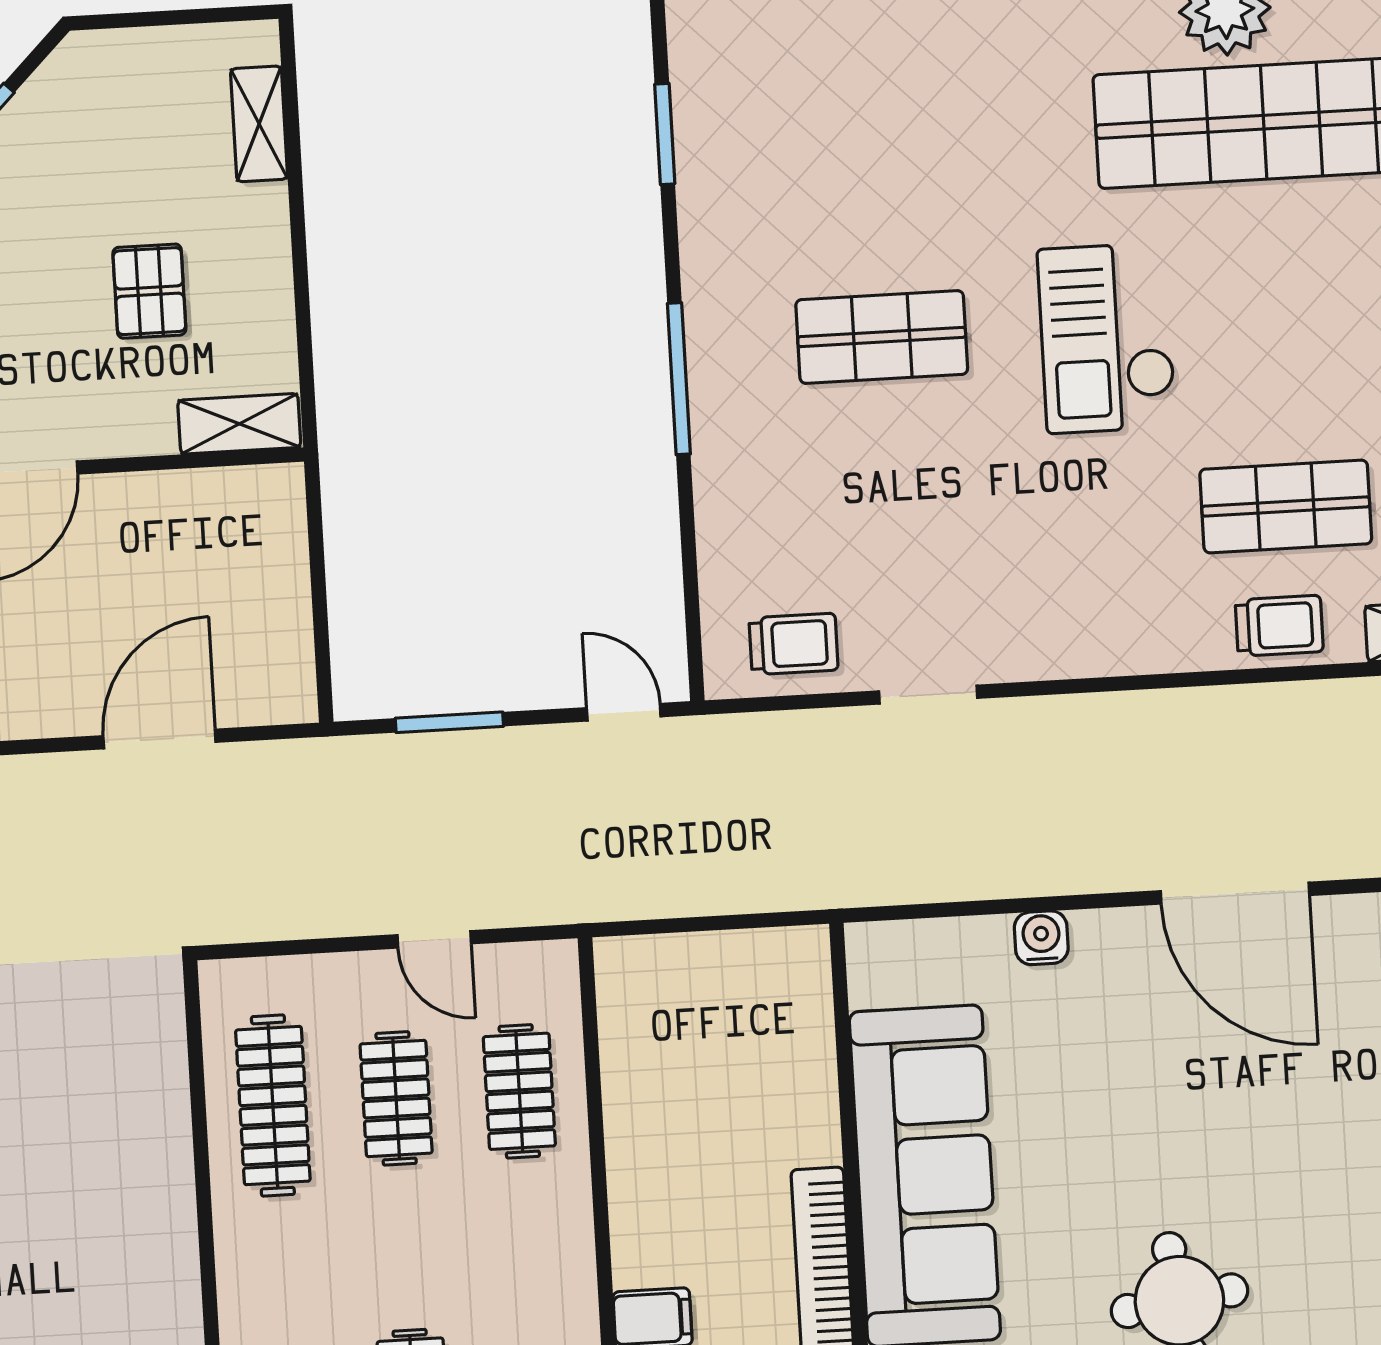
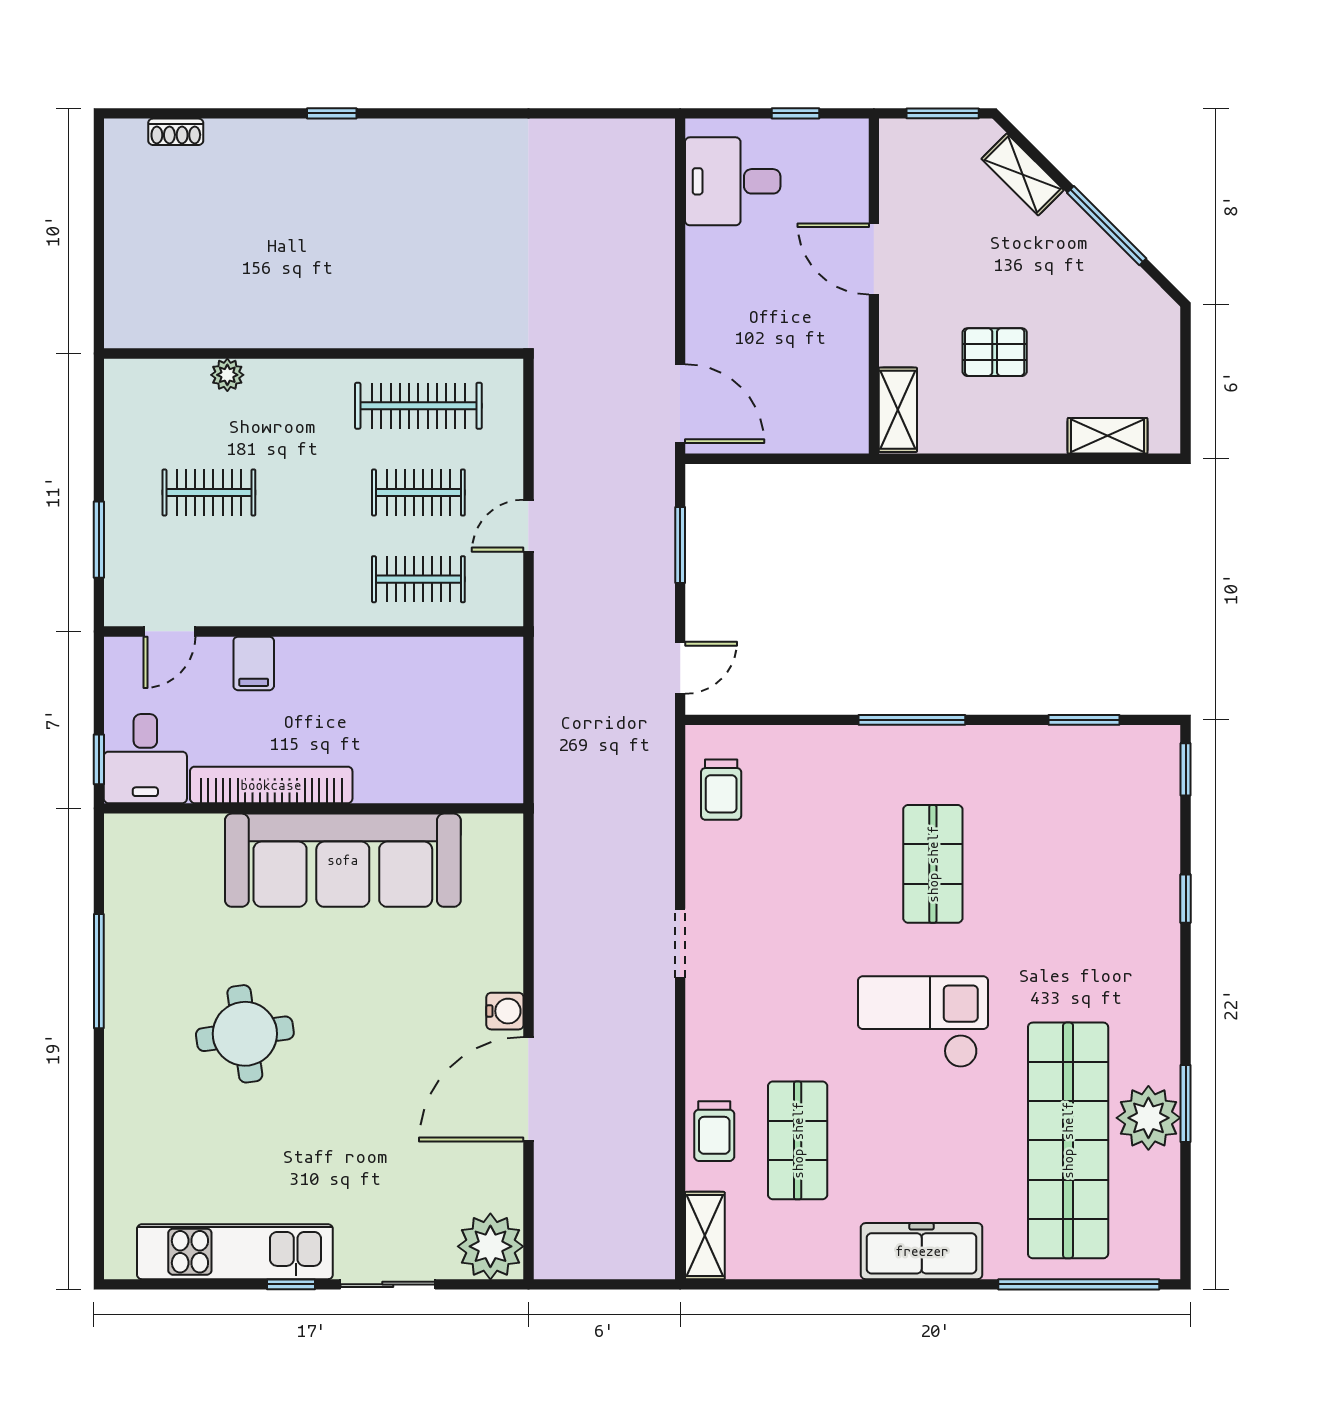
doorway: (928, 695) -> (680, 943), moved
door: (159, 739) -> (680, 404), moved
water cooler: (1041, 938) -> (505, 1011), moved

